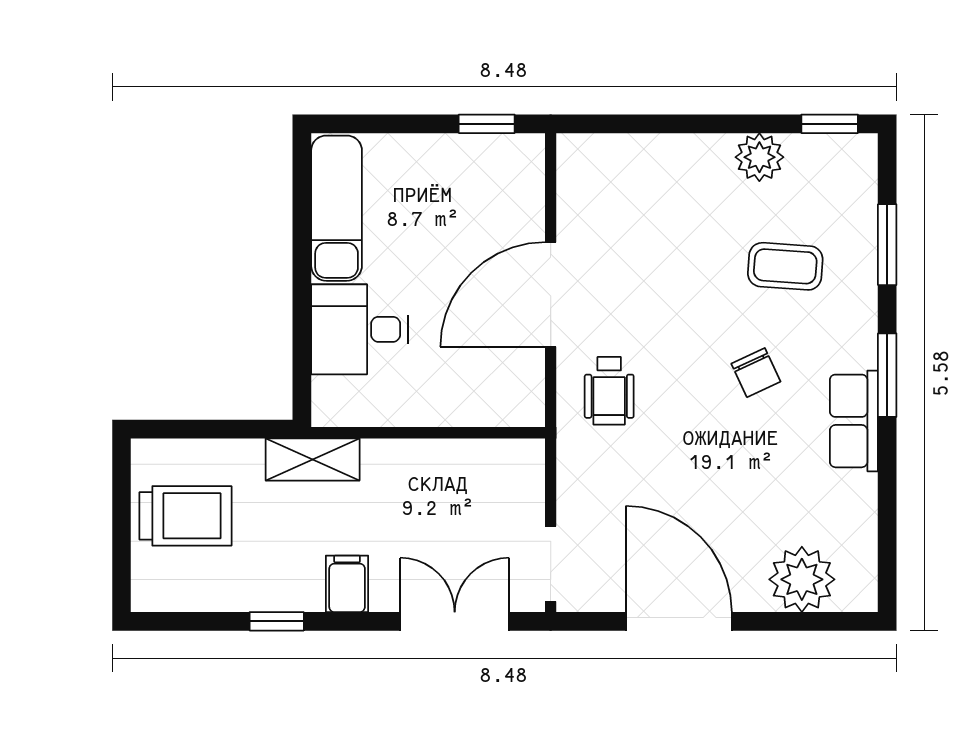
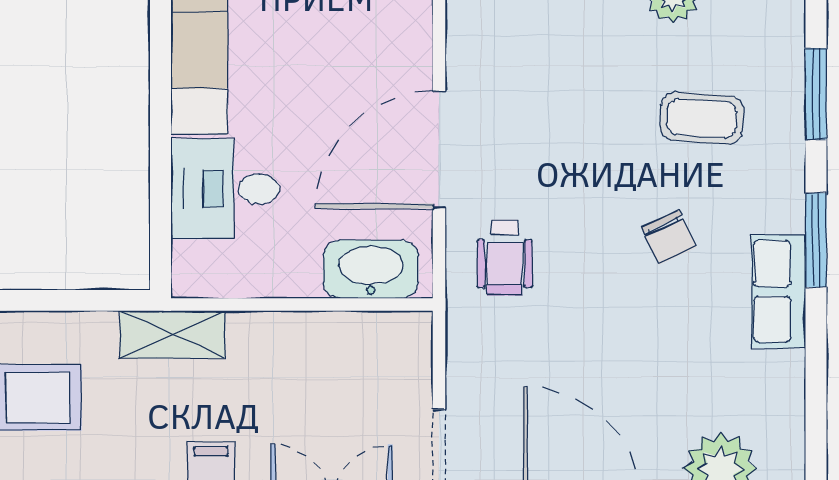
washbasin: (490, 401) -> (371, 269), added

